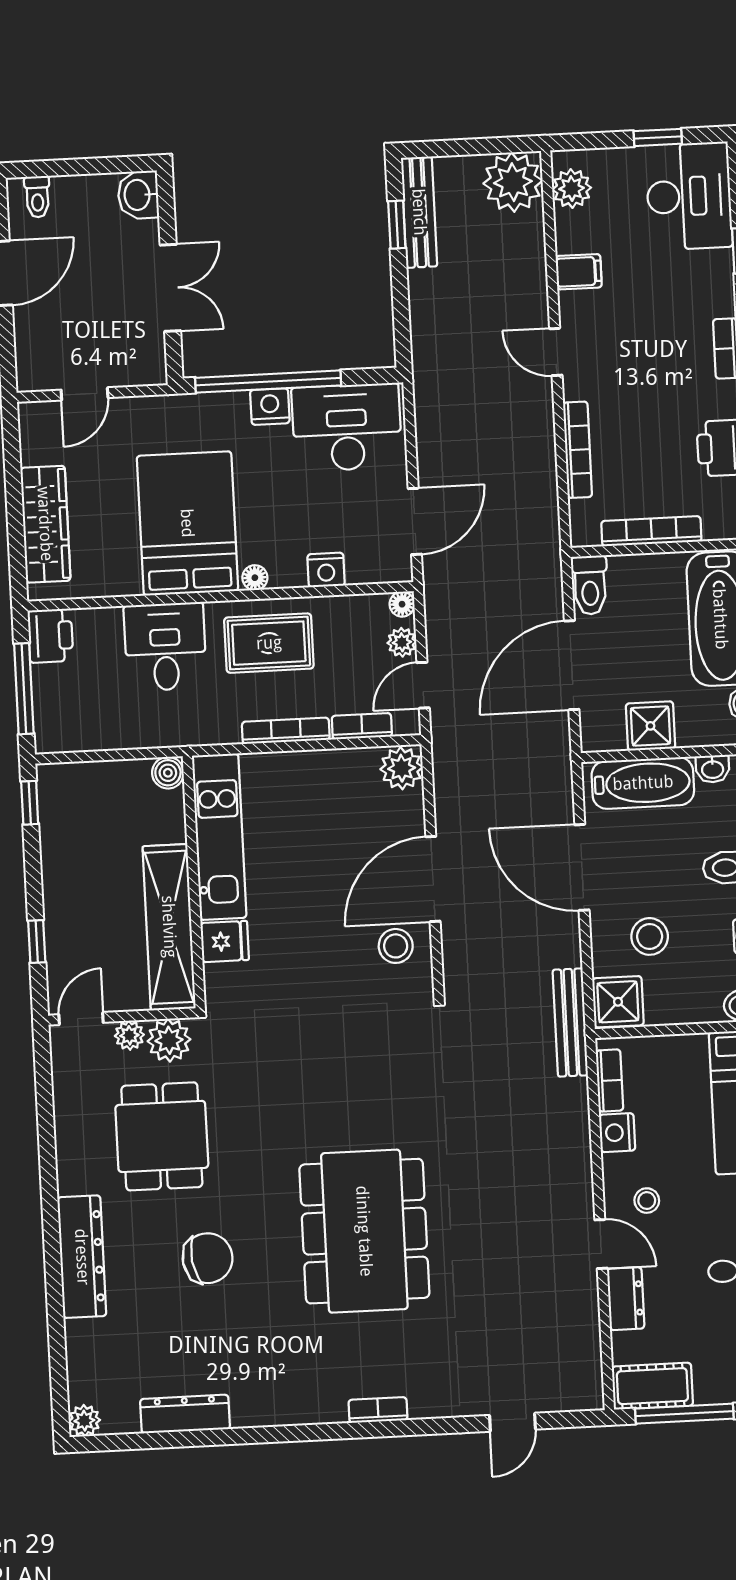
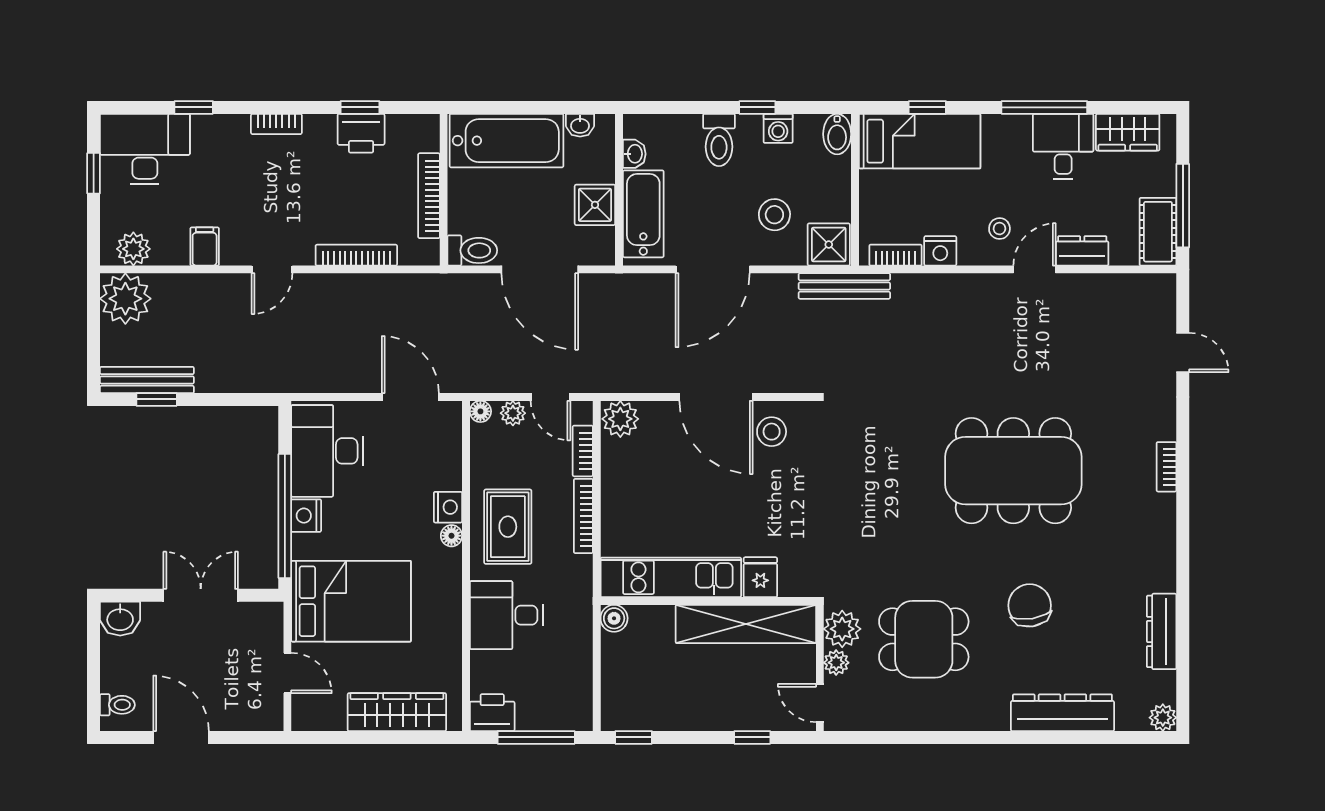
bed: (187, 523) -> (351, 601), moved, turned 180
nightstand: (326, 570) -> (448, 507), moved
dresser: (82, 1257) -> (1062, 713), moved

